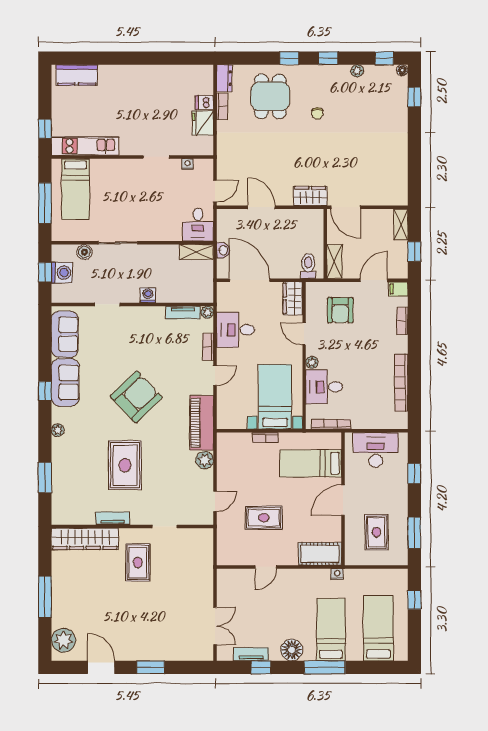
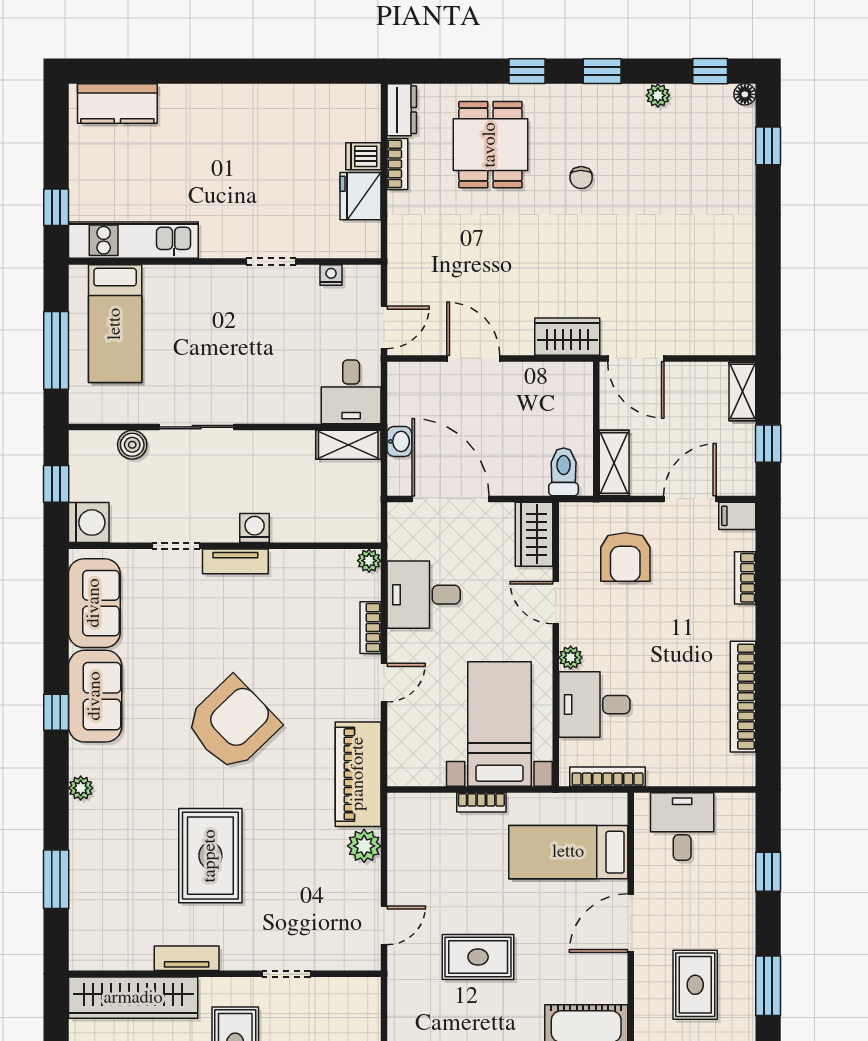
washing machine: (62, 273) -> (89, 523), moved
tv unit: (183, 313) -> (235, 561), moved
desk: (376, 450) -> (682, 826), width x0.73

